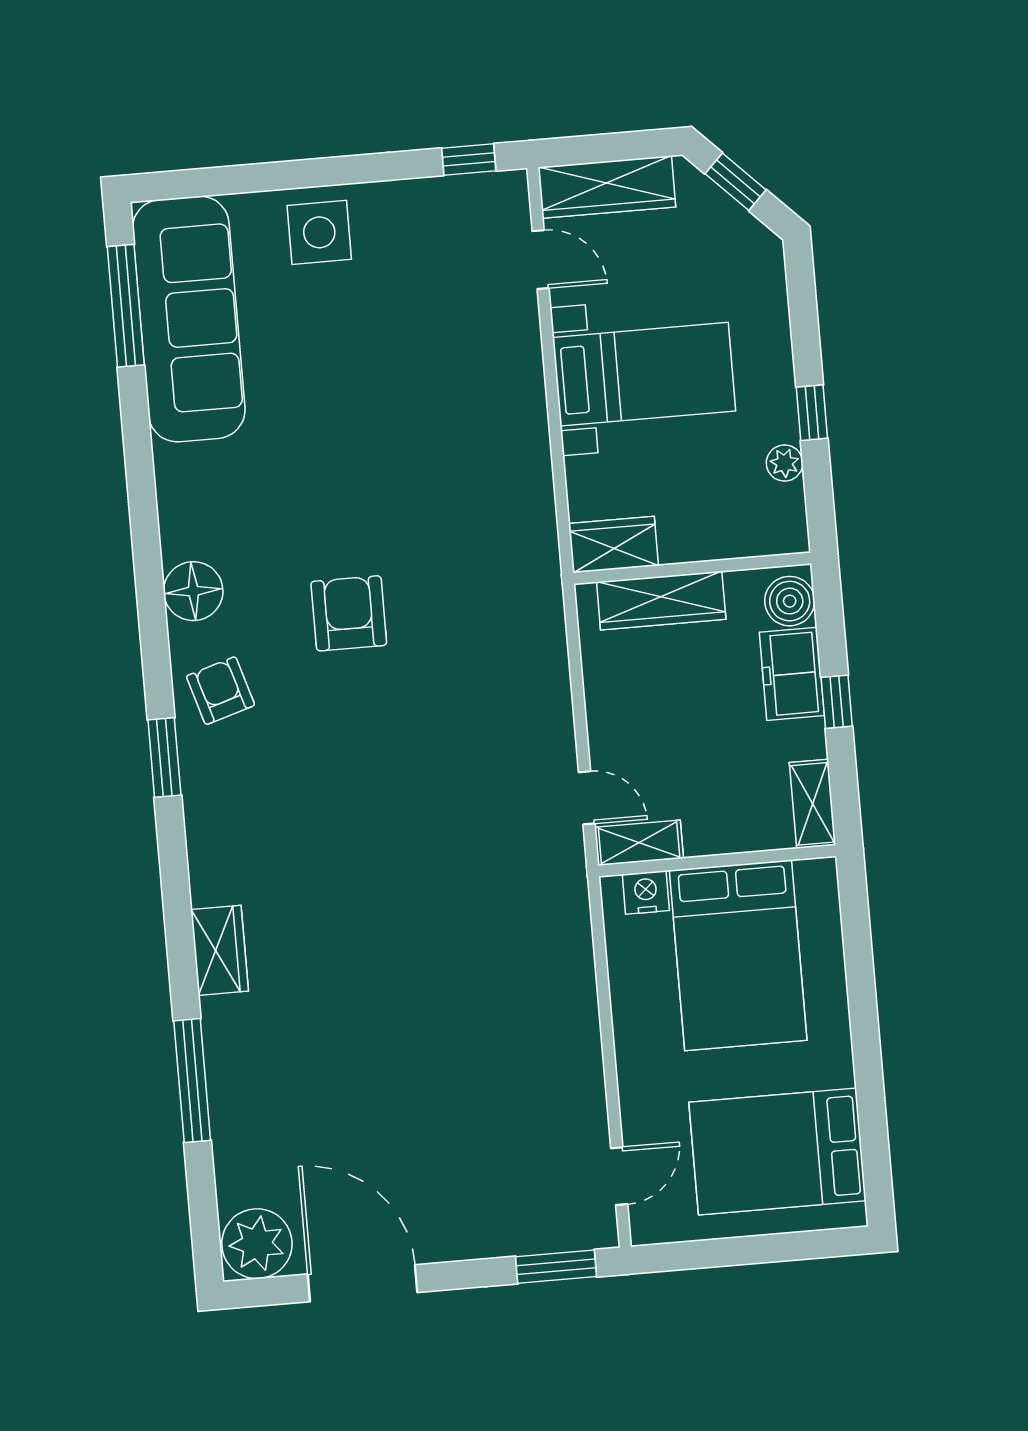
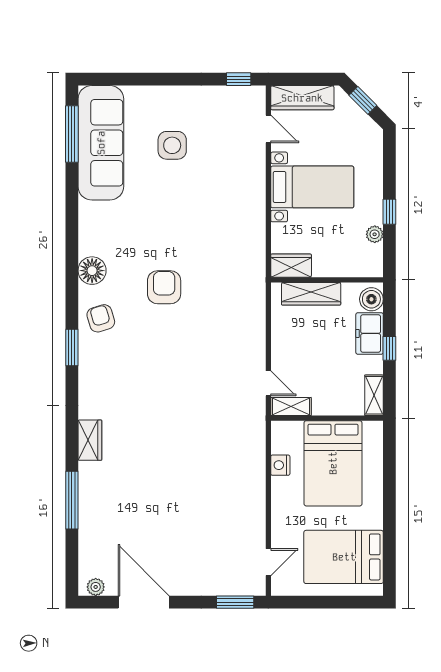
side table: (319, 232) -> (172, 145), moved
nightstand: (646, 892) -> (280, 465), moved, turned -90
plant: (257, 1244) -> (96, 587), width x0.53, depth x0.53

